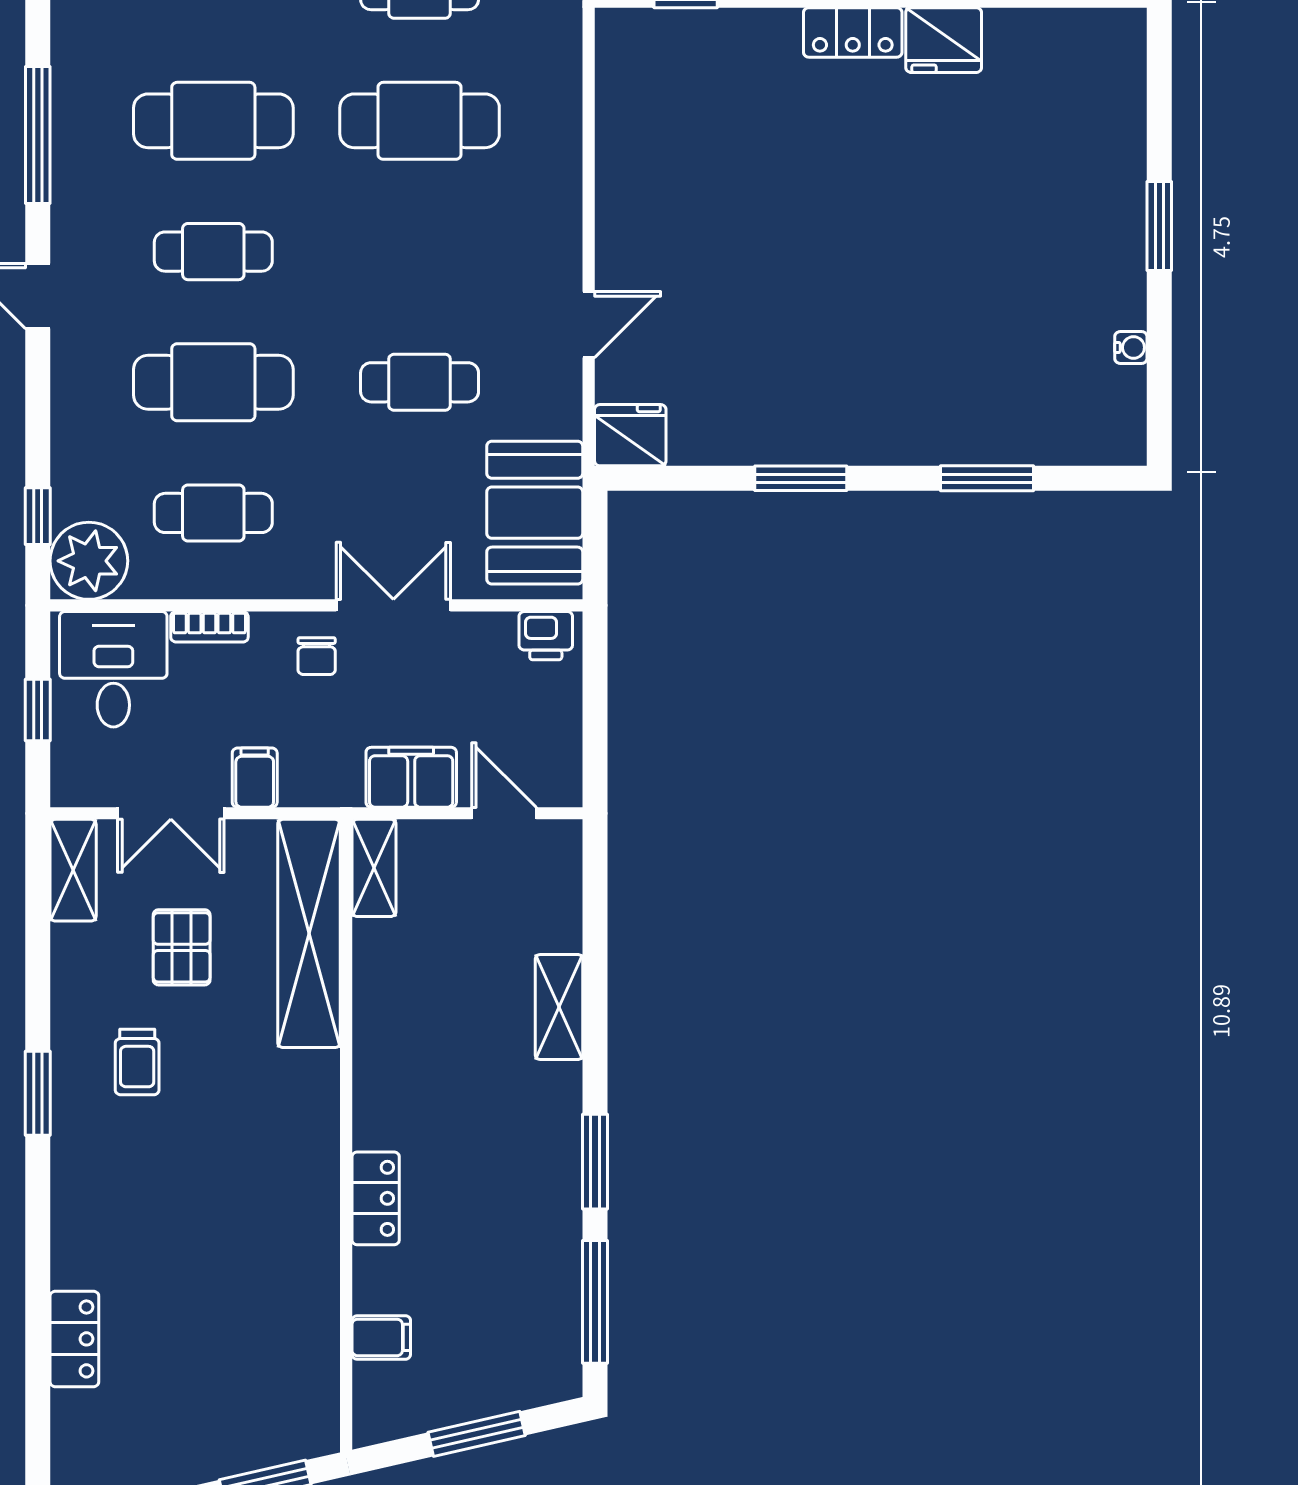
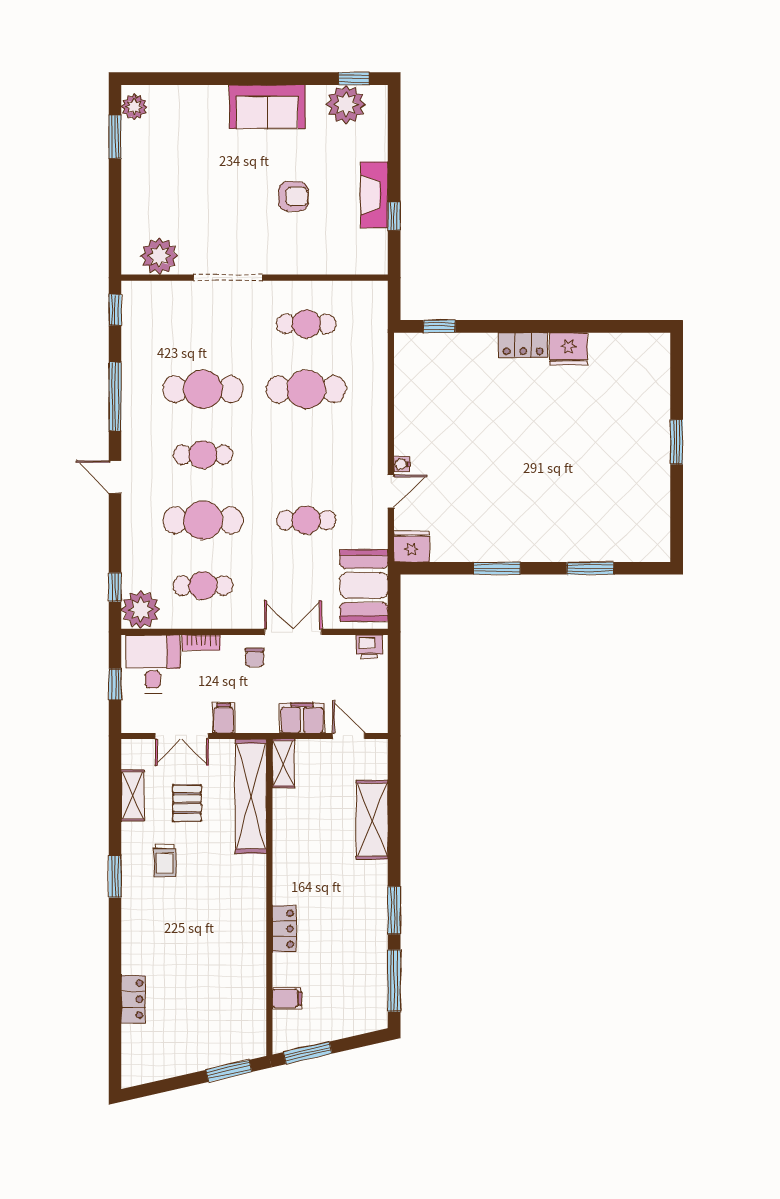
water cooler: (1131, 347) -> (402, 464), moved, turned 180
shelving: (73, 870) -> (133, 795), moved
shelving: (559, 1007) -> (372, 820), width x1.50, depth x1.33
window: (477, 1434) -> (308, 1053), moved

